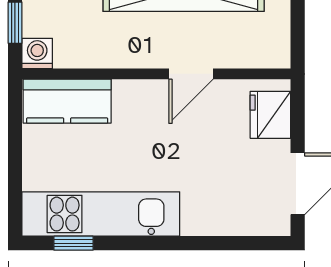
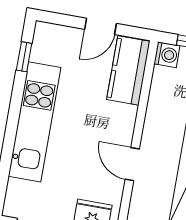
door: (15, 149) -> (101, 26), added
kitchen unit: (101, 214) -> (35, 122), moved

